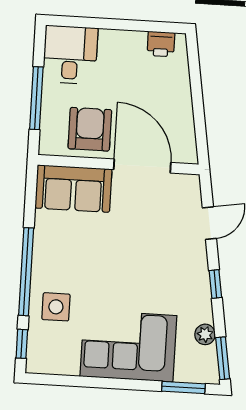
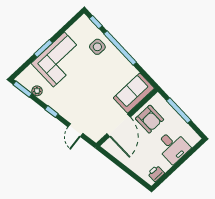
desk: (70, 55) -> (173, 147), moved
door: (142, 166) -> (119, 125), hinge flipped
window: (183, 387) -> (43, 48), moved

